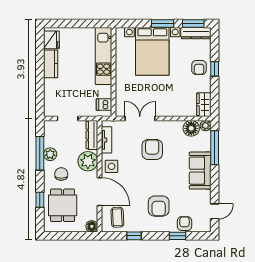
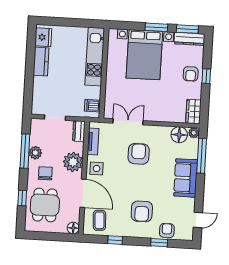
dresser: (92, 135) -> (79, 131), width x0.70

